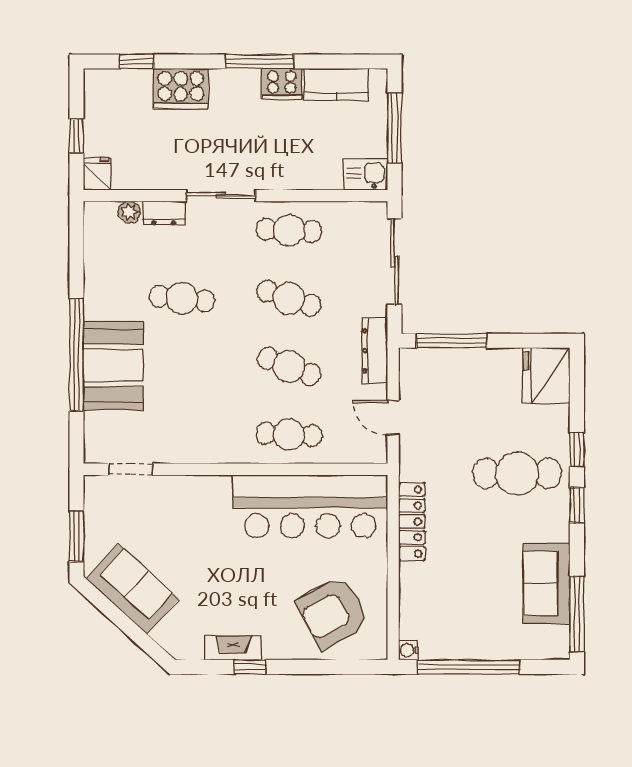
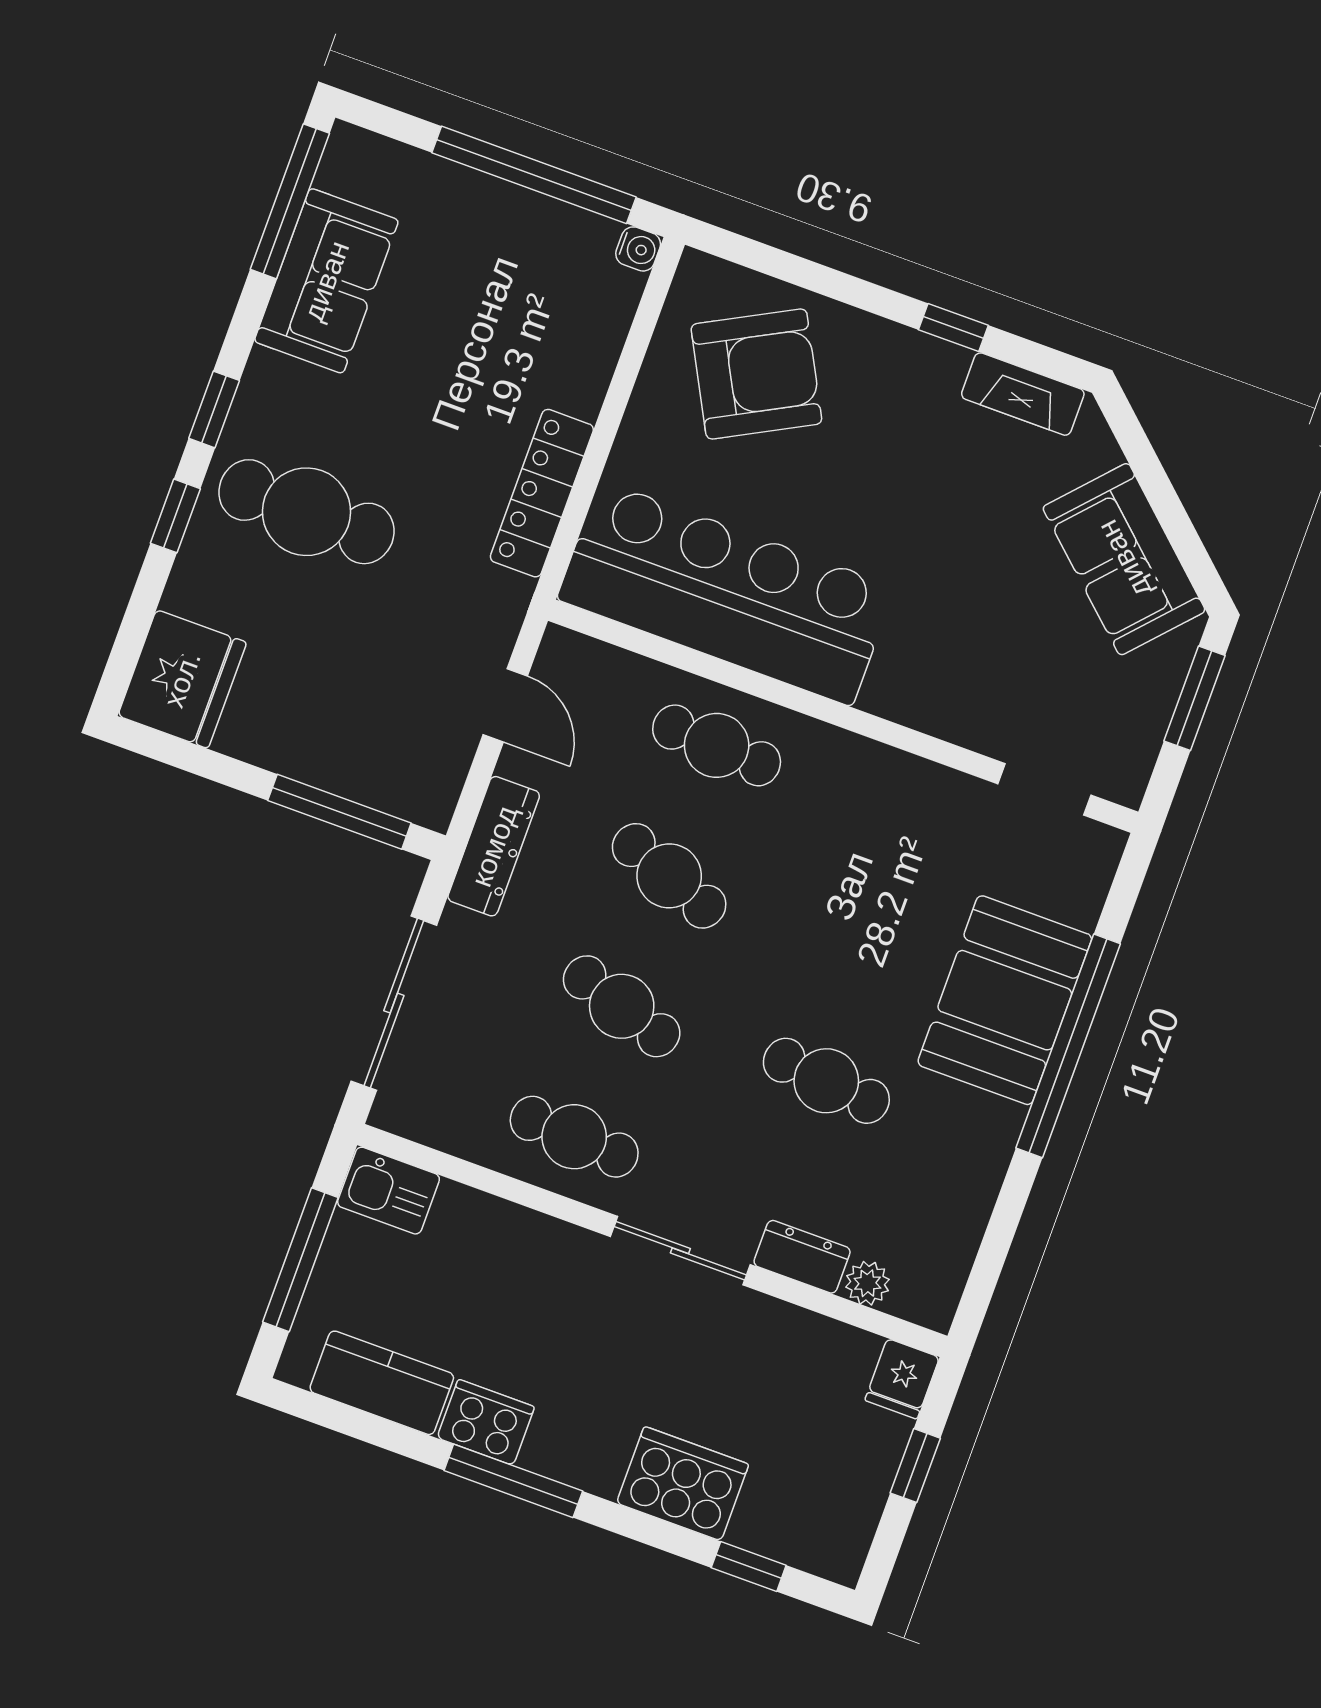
fireplace: (233, 648) -> (1023, 394), moved

